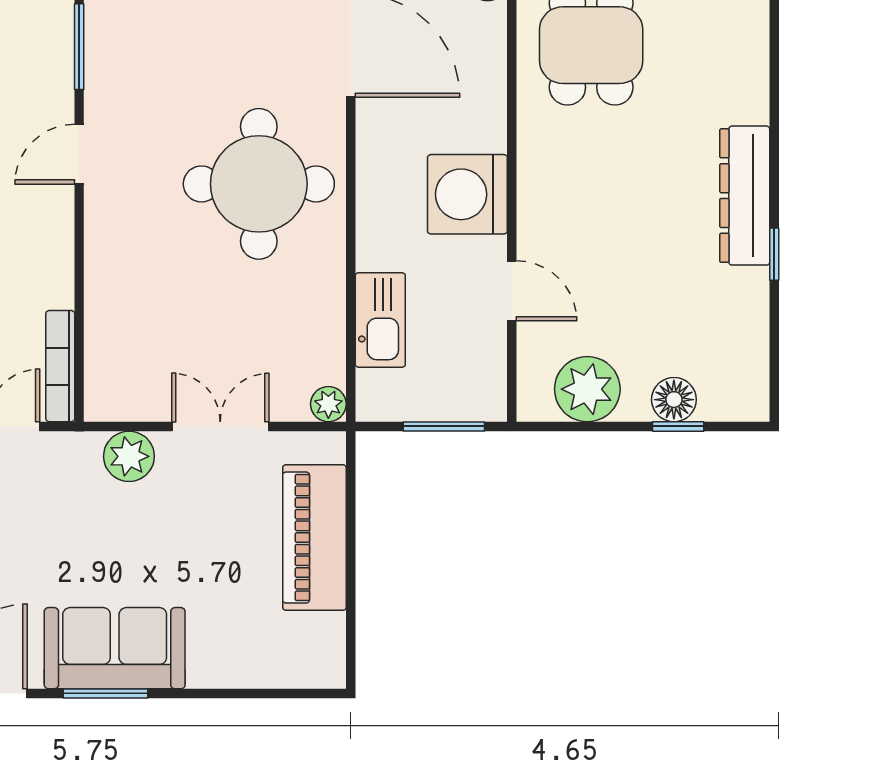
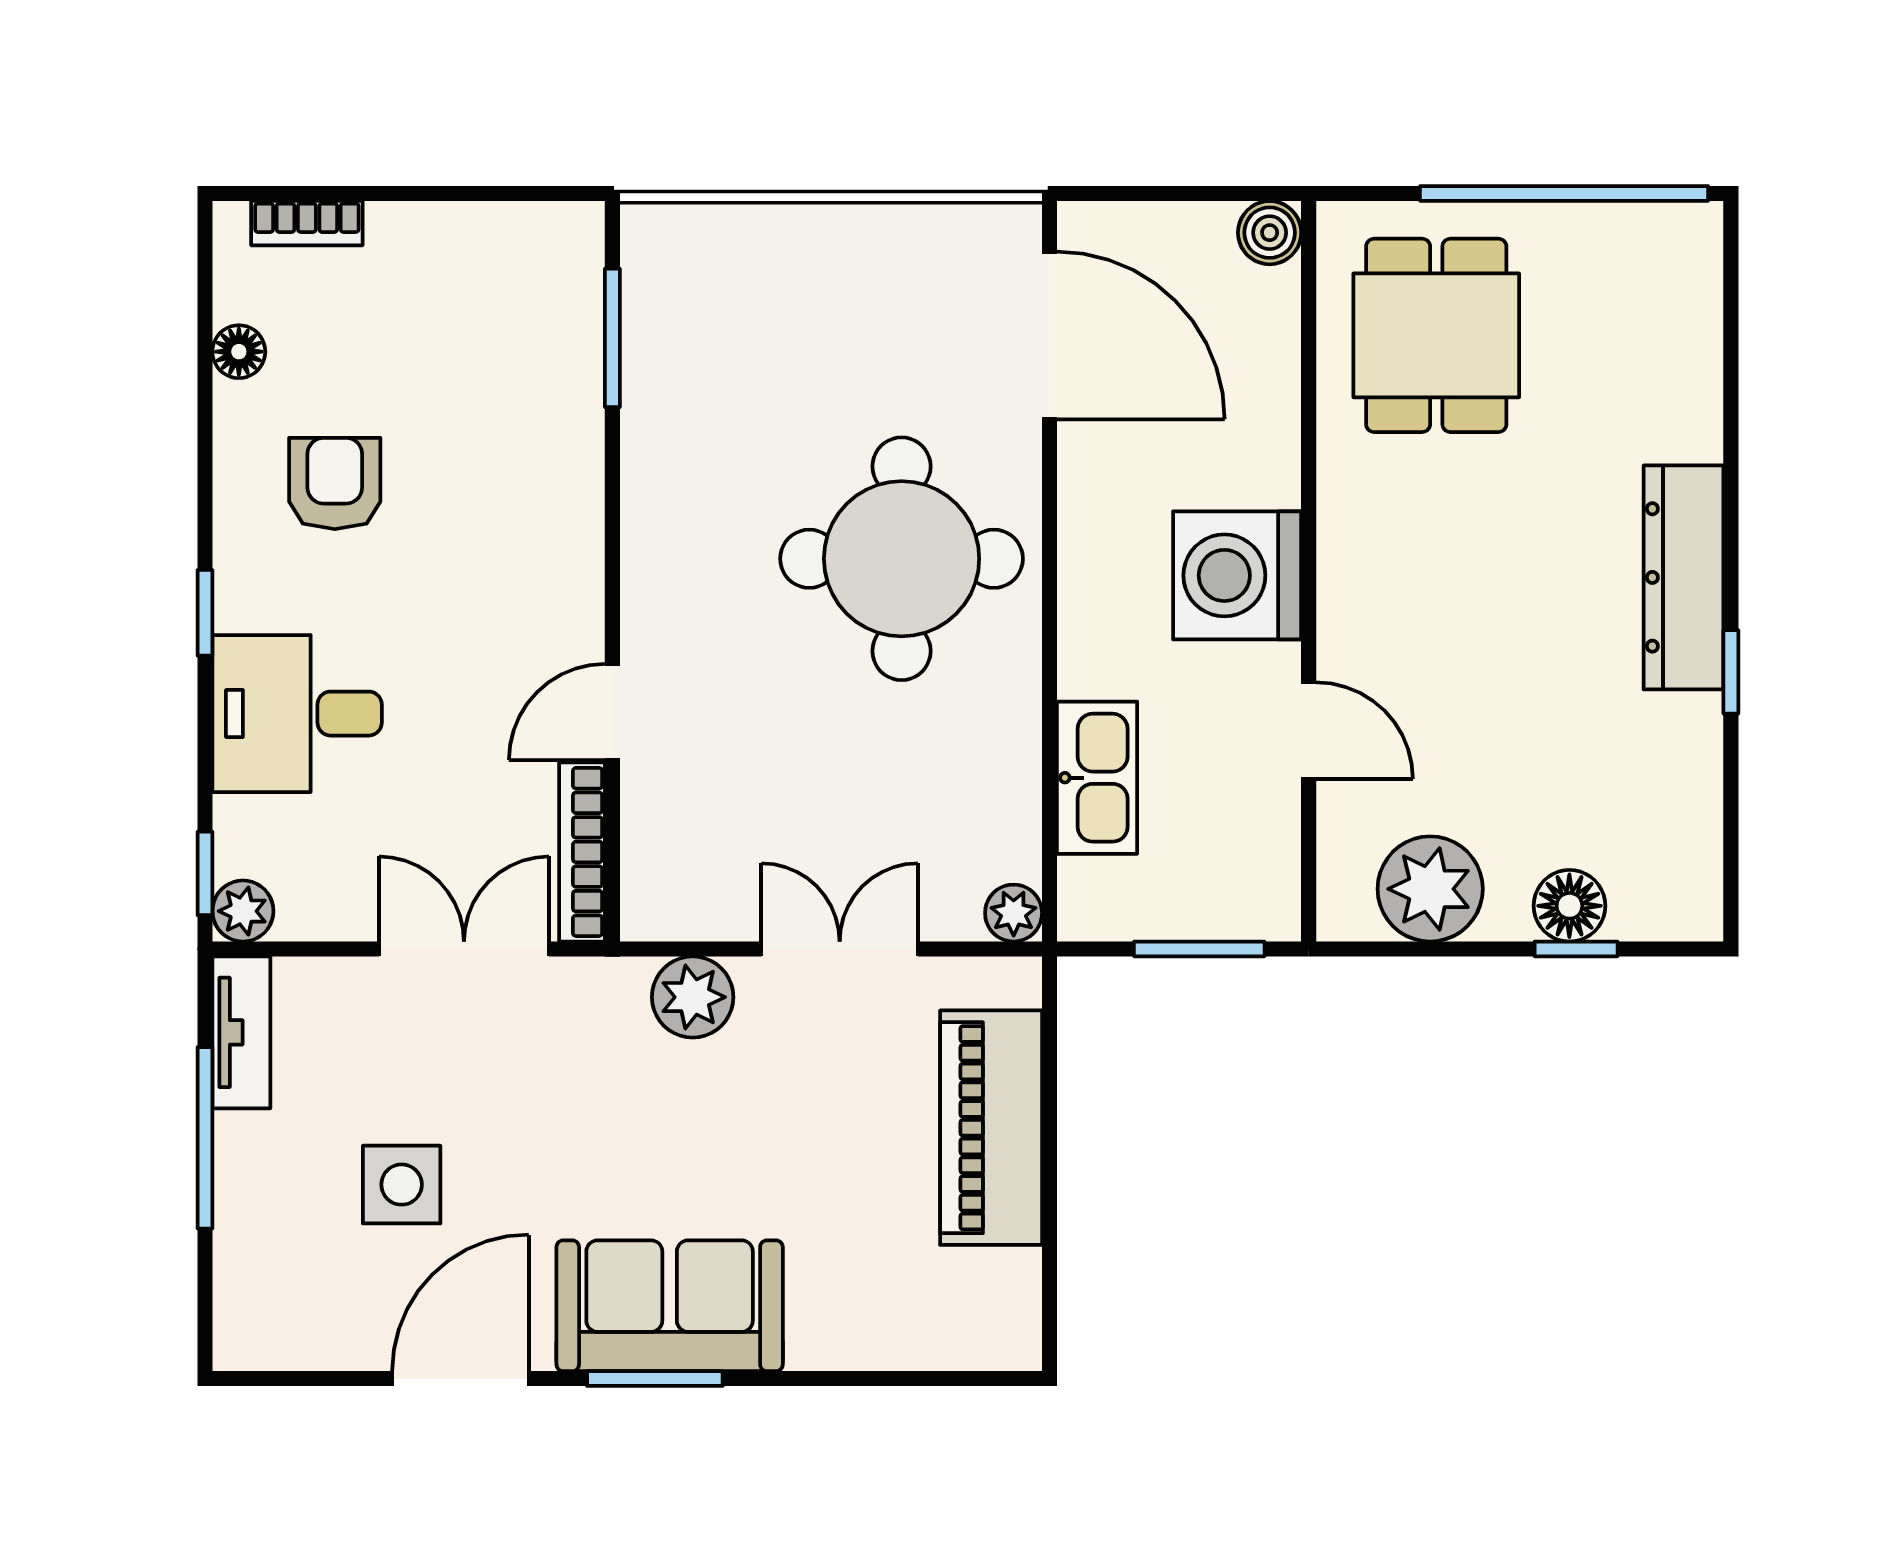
door: (79, 154) -> (612, 712), moved

